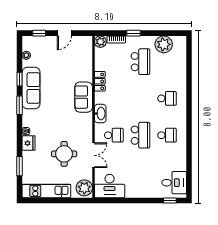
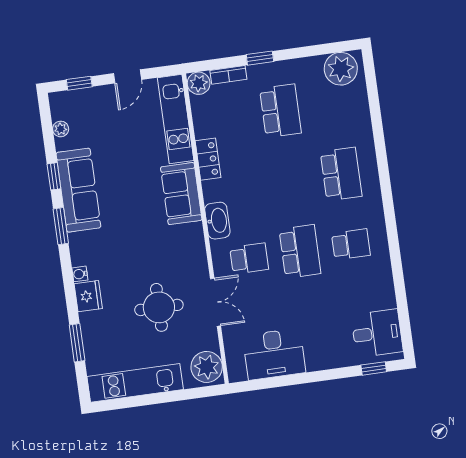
plant: (164, 44) -> (341, 69), moved
kitchen unit: (86, 58) -> (176, 119), added
school desk: (167, 98) -> (341, 174), width x1.85
desk: (110, 186) -> (274, 354), moved

